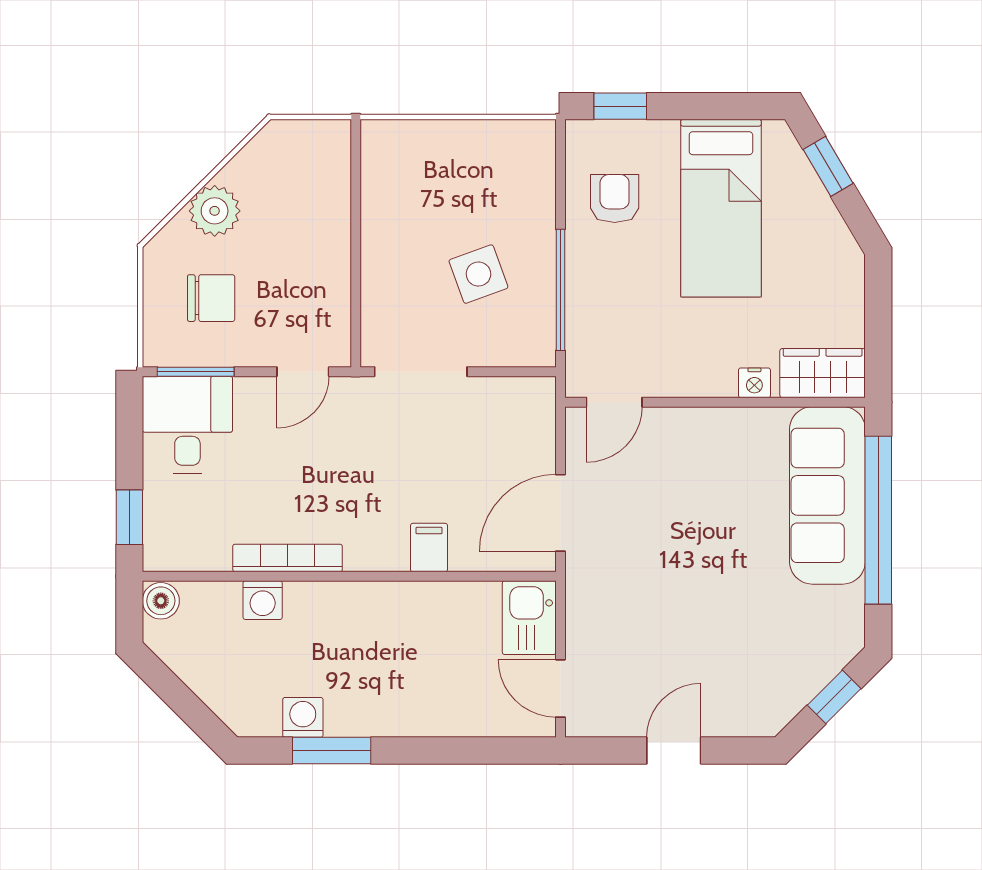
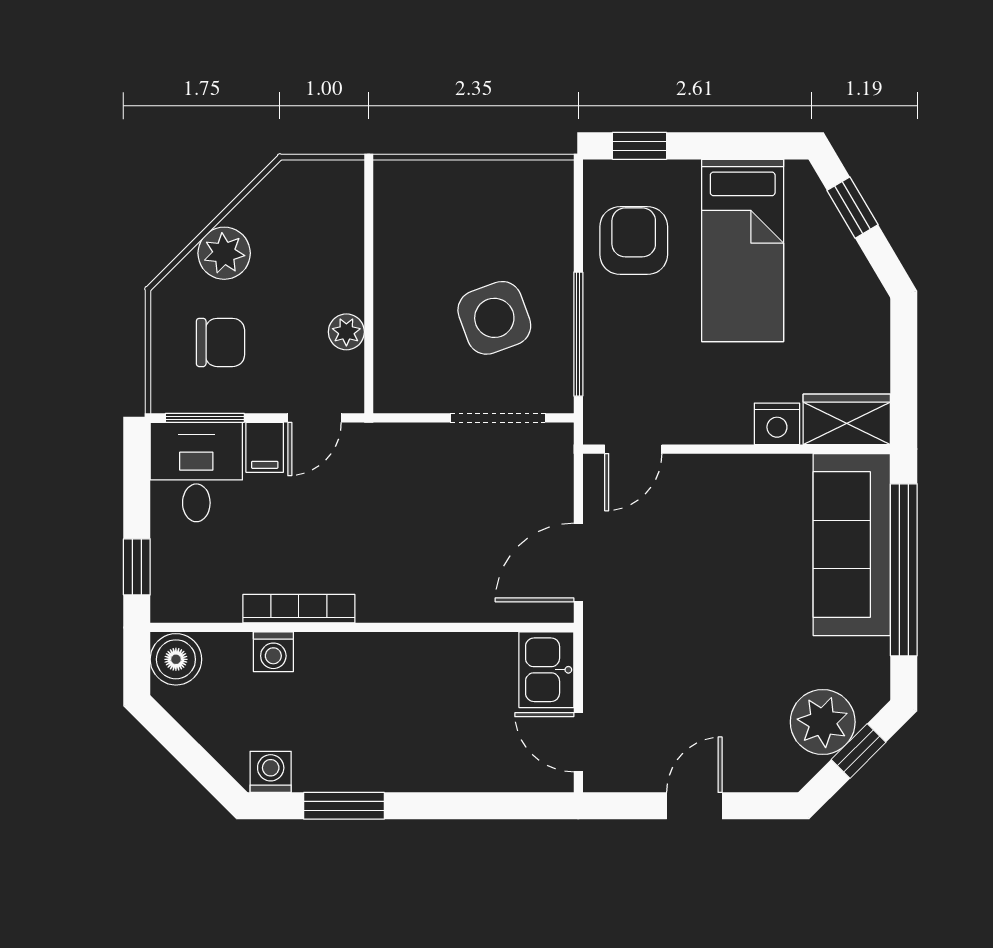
armchair: (615, 199) -> (634, 241), width x1.38, depth x1.38
side table: (478, 274) -> (494, 318), width x1.37, depth x1.37
plant: (334, 288) -> (346, 332), added
doorway: (421, 372) -> (498, 418), moved
nightstand: (754, 383) -> (777, 424), width x1.39, depth x1.35
filing cabinet: (429, 548) -> (265, 447), moved, turned 180
boiler: (161, 601) -> (176, 659), width x1.36, depth x1.36
plant: (799, 669) -> (823, 722), added
washing machine: (303, 717) -> (271, 772), moved

